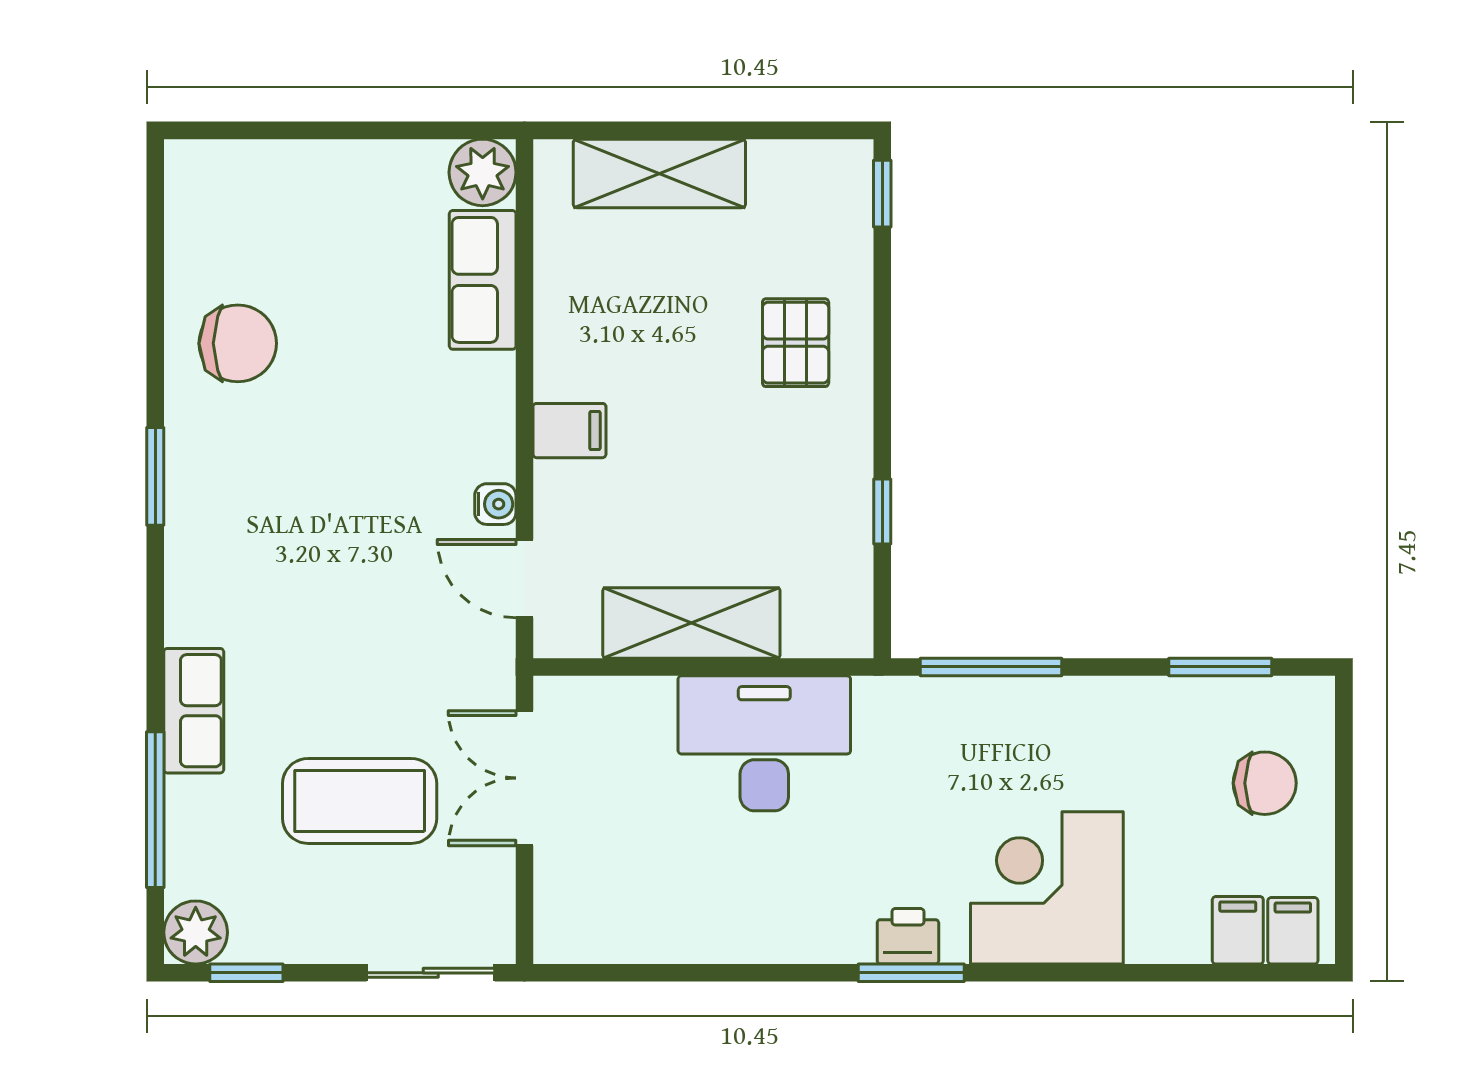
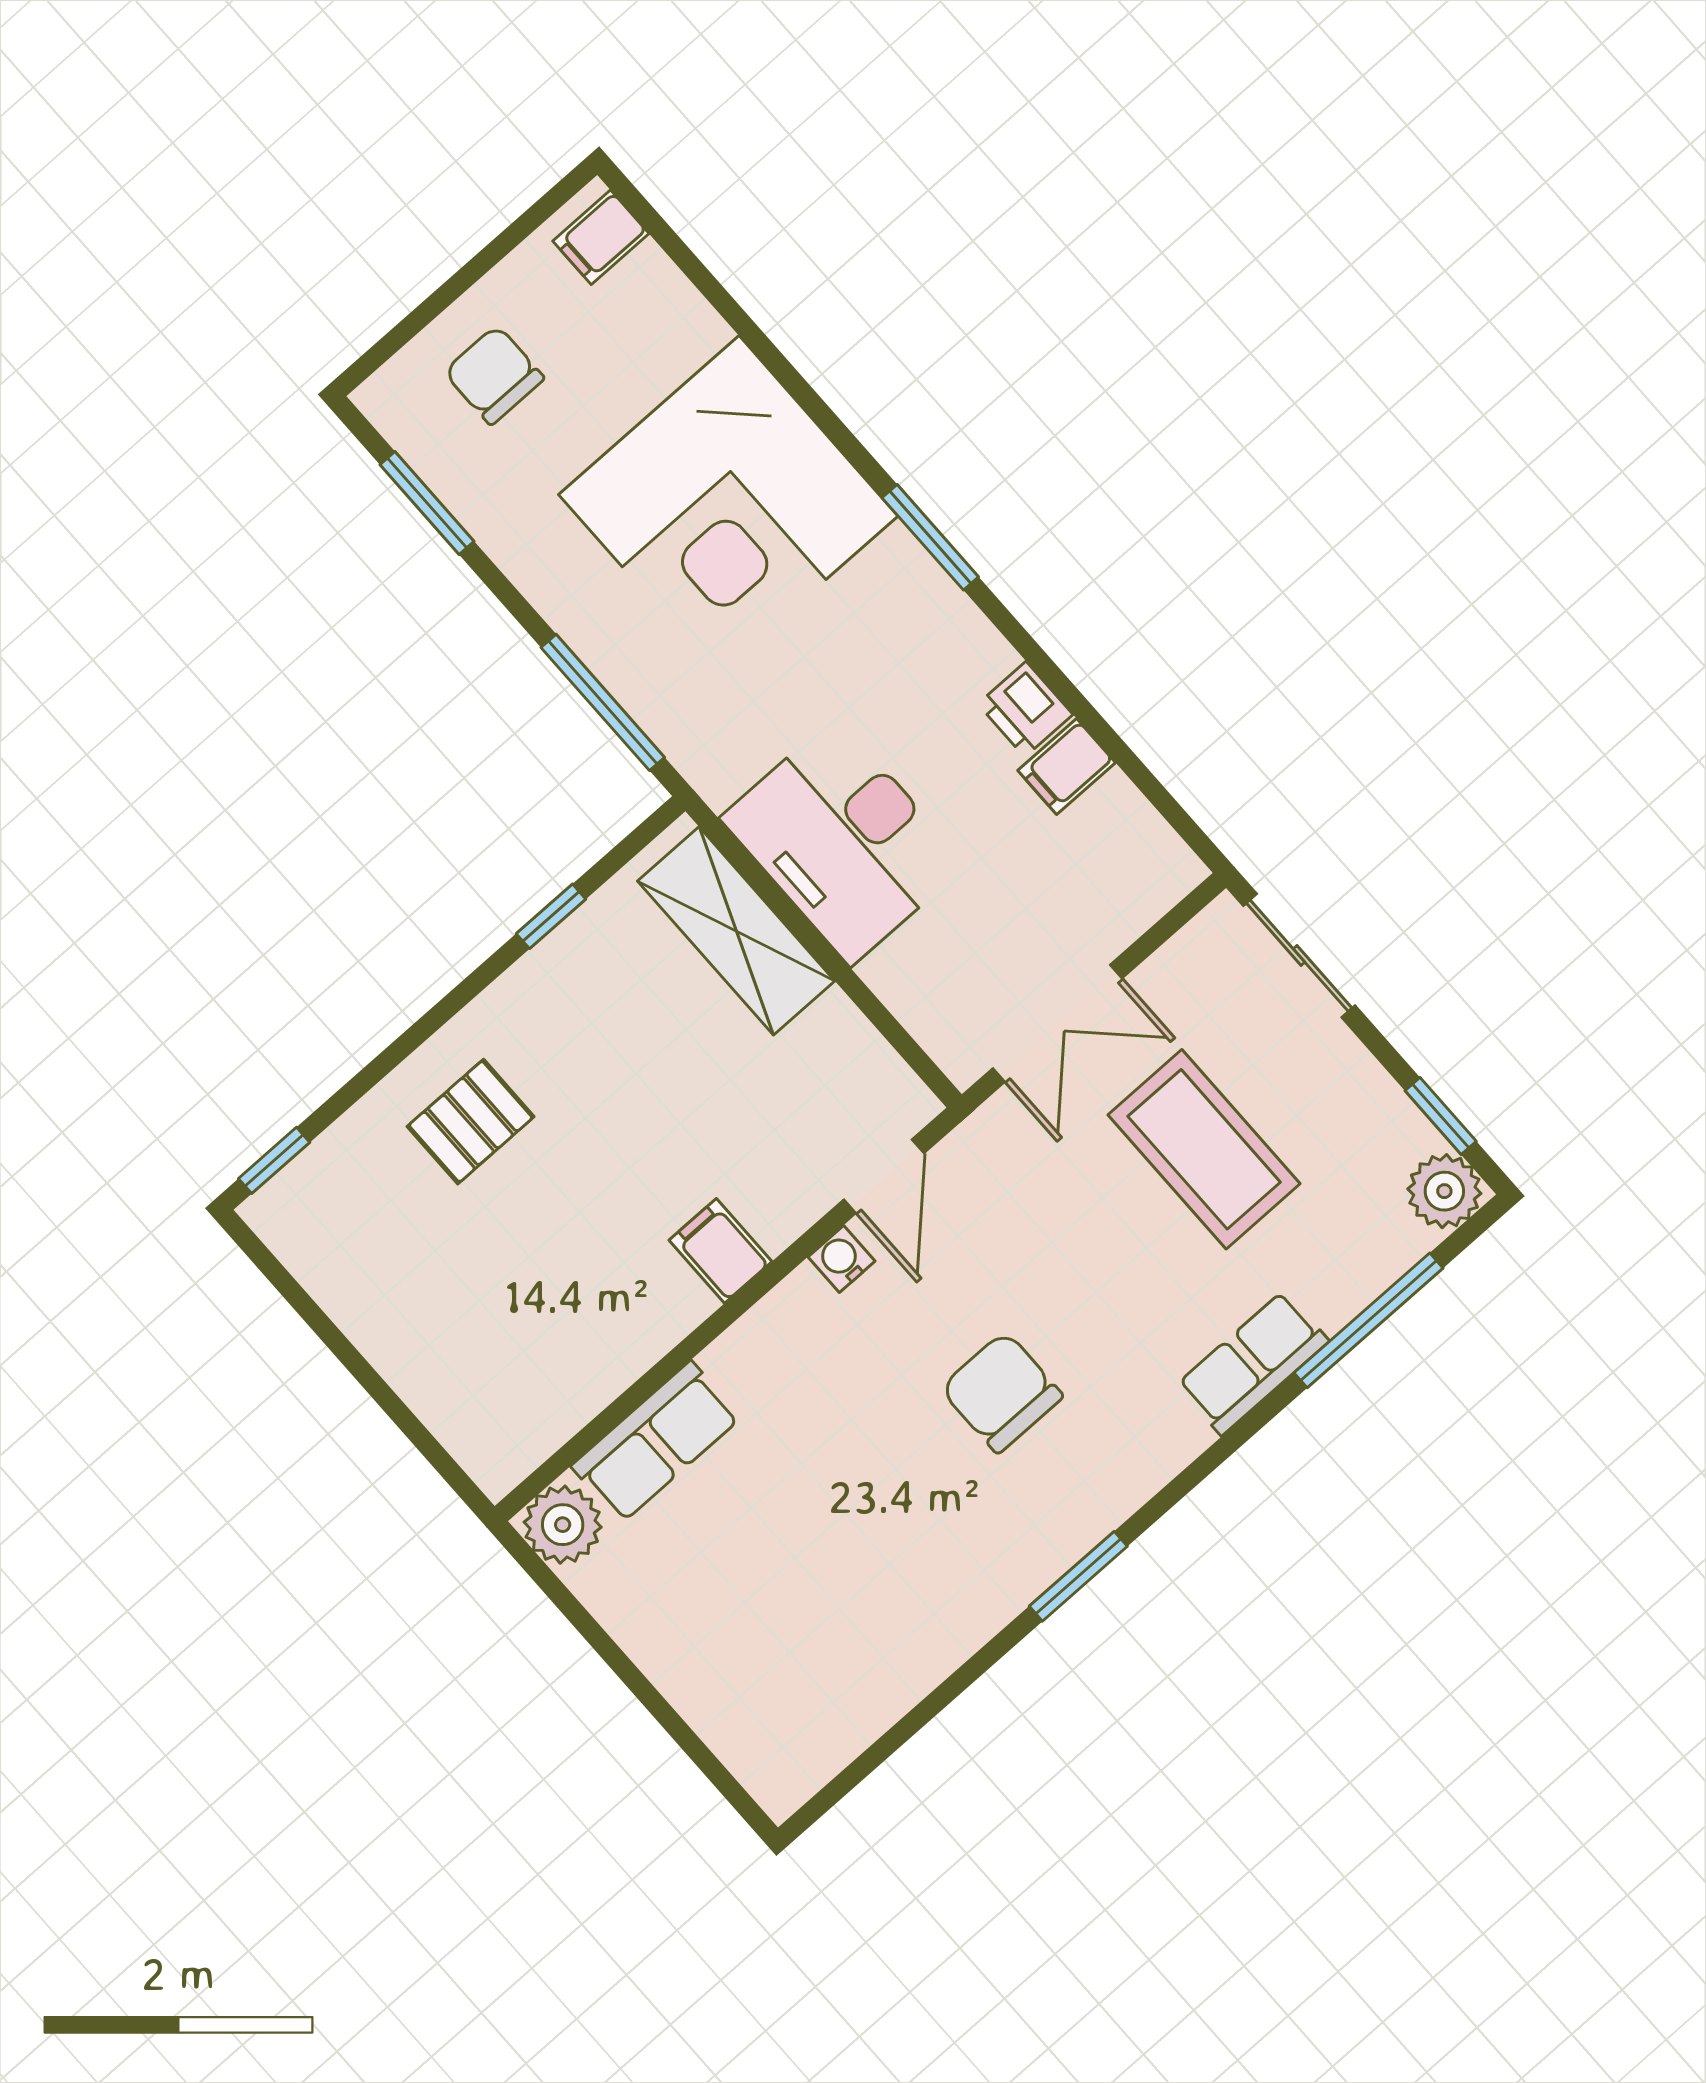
shelving: (659, 173) -> (428, 1370), removed
chair: (238, 343) -> (1002, 1392), moved
shelving: (691, 623) -> (736, 931), moved
corner desk: (1047, 888) -> (728, 505), width x1.36, depth x1.36
filing cabinet: (1238, 930) -> (1067, 767), moved
printer: (908, 936) -> (1025, 709), moved

